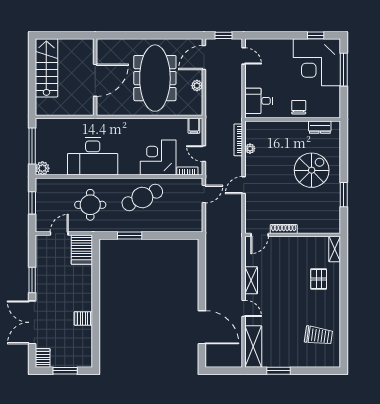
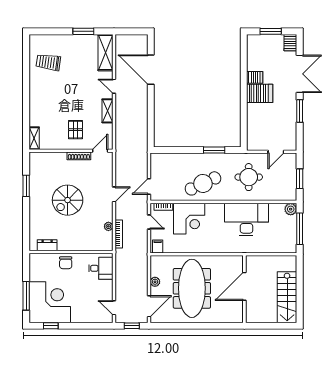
spiral stairs: (312, 170) -> (68, 200), moved
server rack: (82, 250) -> (260, 93), moved, turned 90
pallet: (319, 279) -> (75, 130), moved

